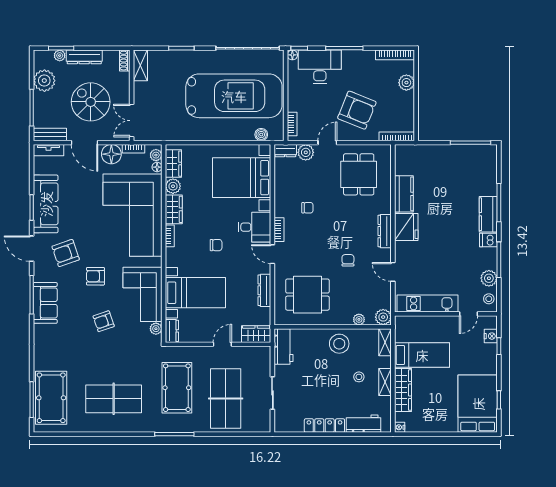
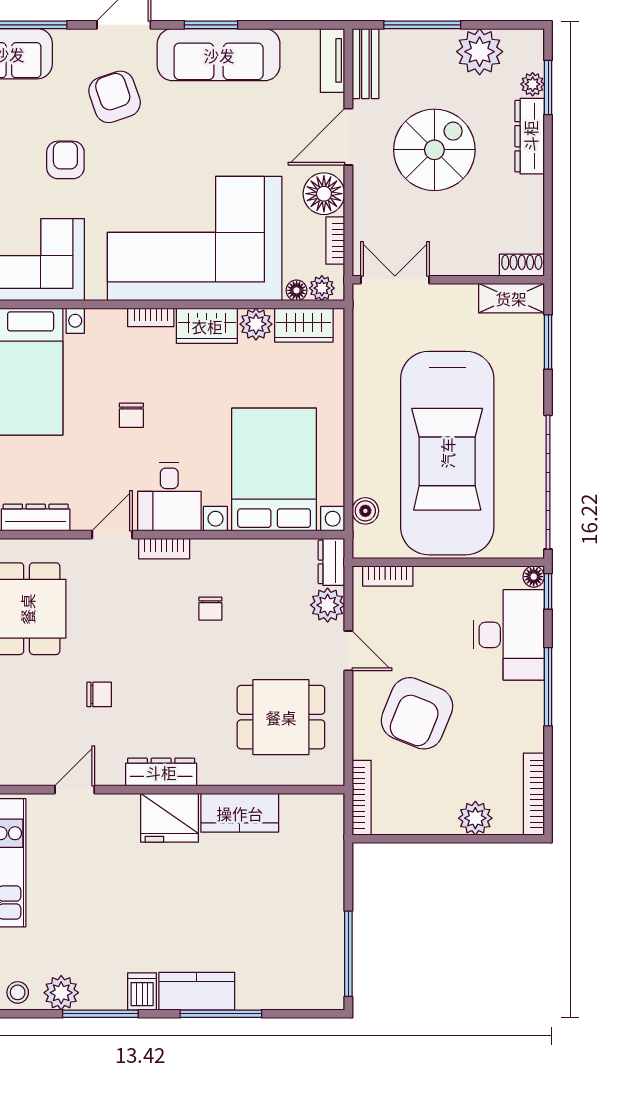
shoe rack: (125, 61) -> (522, 265), moved
shelving: (140, 65) -> (511, 298), moved
wall: (132, 95) -> (448, 280), moved
double door: (132, 121) -> (395, 280), moved

